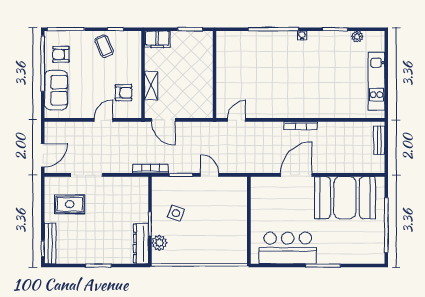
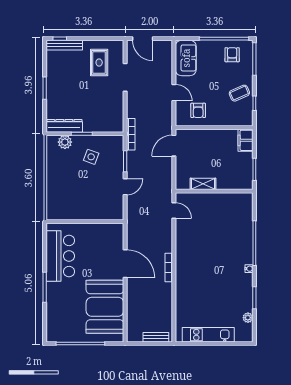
shelving: (151, 86) -> (203, 184), moved
sofa: (56, 90) -> (186, 58), moved, turned -90

